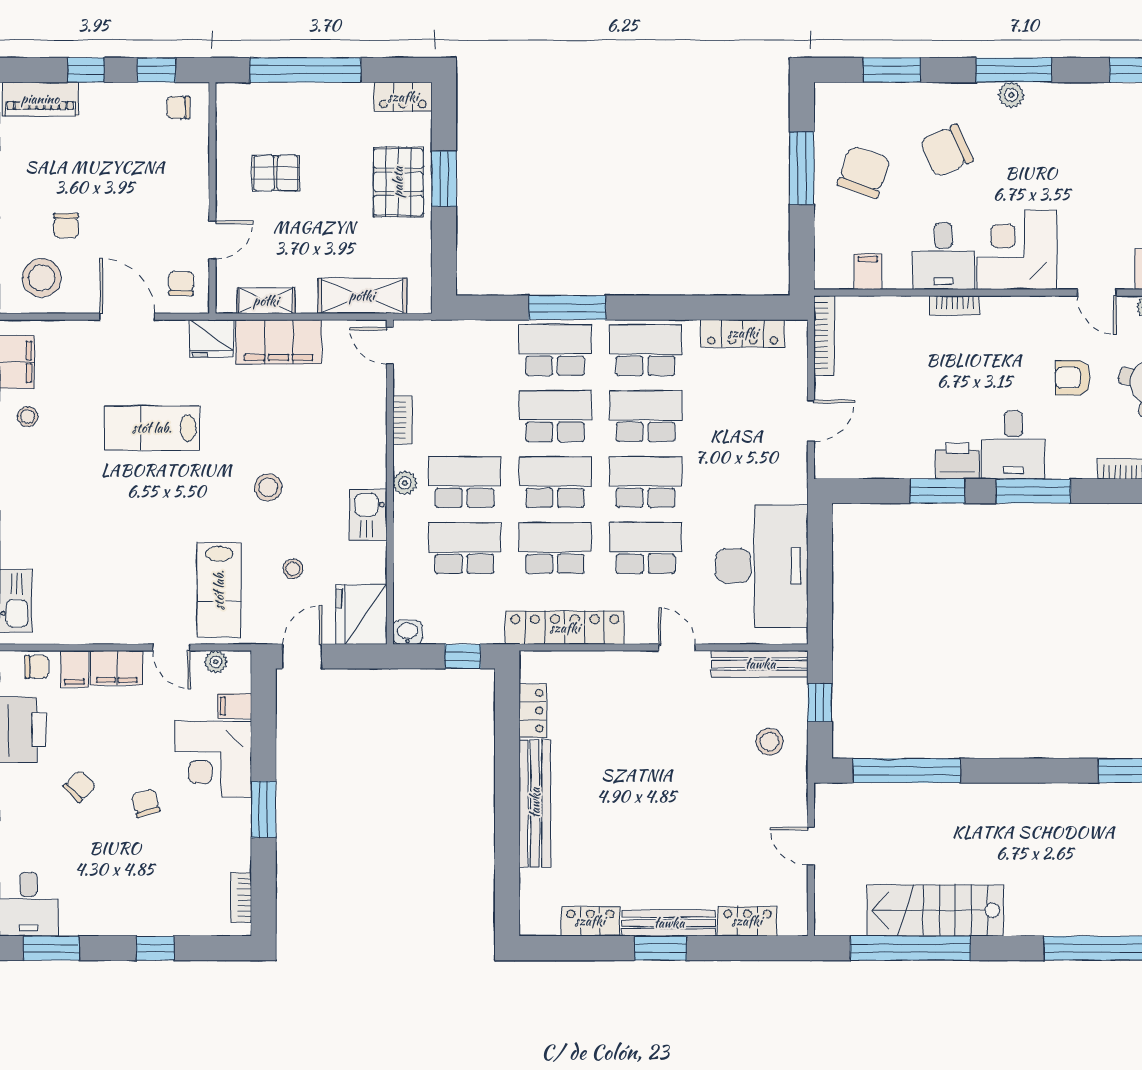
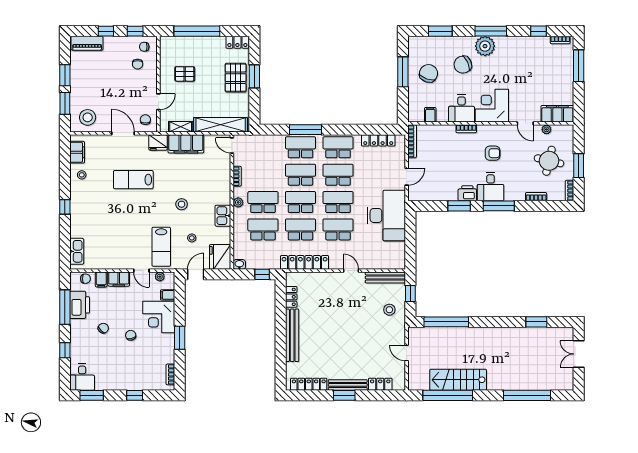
plant: (1011, 95) -> (485, 46), width x1.87, depth x1.87
chair: (66, 226) -> (138, 64), moved
shelving: (362, 296) -> (221, 125), width x1.47
armchair: (1073, 378) -> (493, 153), moved, turned 180
desk: (762, 566) -> (386, 215), moved
locker: (590, 921) -> (309, 384), width x1.53

